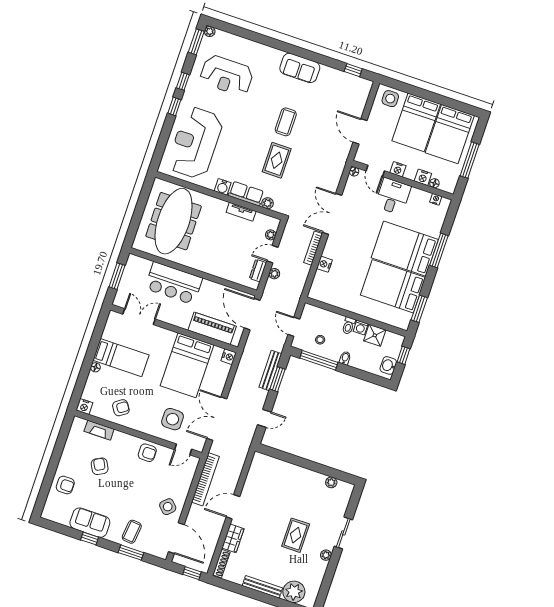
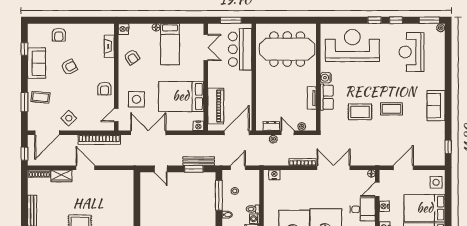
plant: (268, 203) -> (325, 116), removed
nightstand: (324, 264) -> (274, 175), moved
bar counter: (174, 283) -> (240, 49), moved
door: (183, 449) -> (116, 115), hinge flipped
armchair: (100, 466) -> (69, 67), moved
window: (90, 538) -> (24, 49), moved

